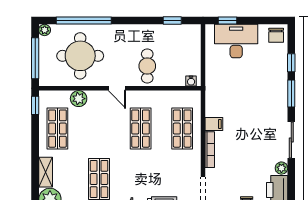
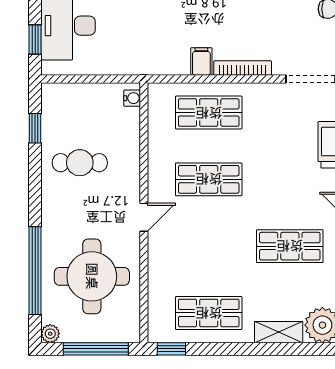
cafe table: (147, 66) -> (80, 163), moved
plant: (79, 99) -> (161, 279), removed

